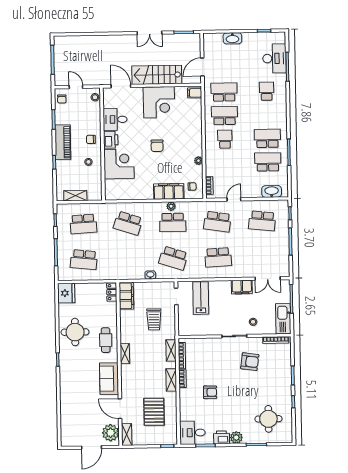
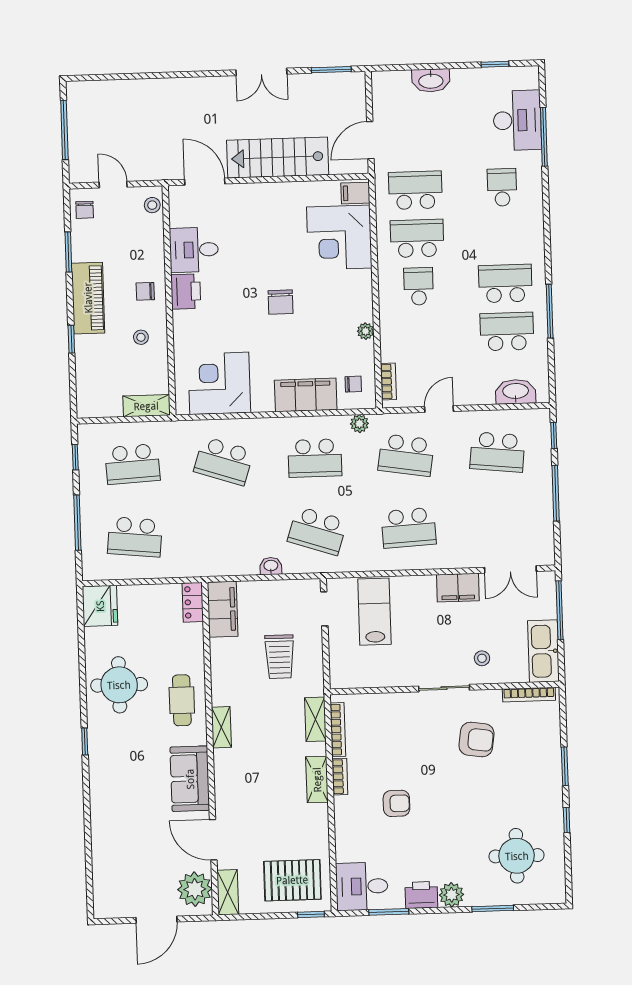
corner desk: (159, 102) -> (339, 238), moved, turned 90
corner desk: (119, 164) -> (219, 383), moved, turned -90
shelving: (75, 196) -> (146, 406), moved
plant: (171, 206) -> (359, 424), moved
pallet: (154, 412) -> (292, 880), moved, turned 90

